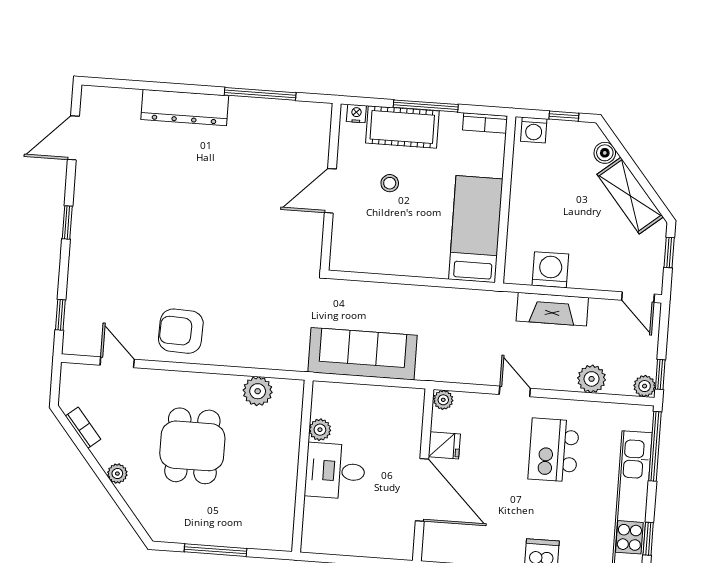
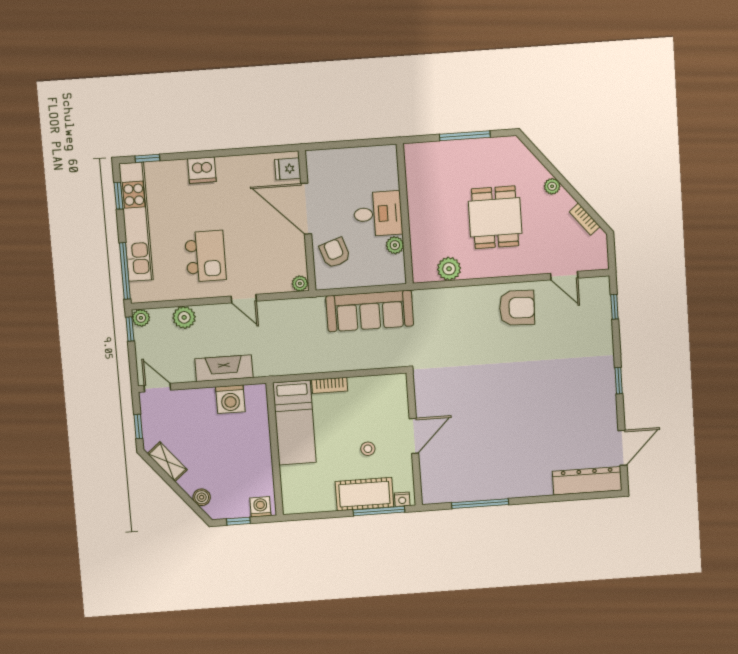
window: (426, 106) -> (379, 511), moved
dresser: (185, 107) -> (587, 481), moved
bookcase: (485, 123) -> (330, 385), moved, turned 180
shelving: (630, 196) -> (167, 462), width x0.67, depth x0.75
armchair: (395, 431) -> (335, 253), added
fridge: (444, 445) -> (288, 169), moved

